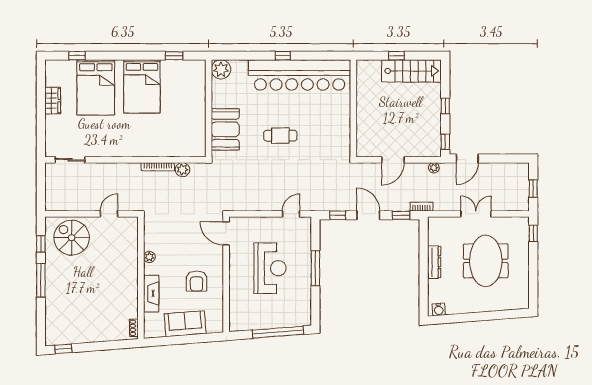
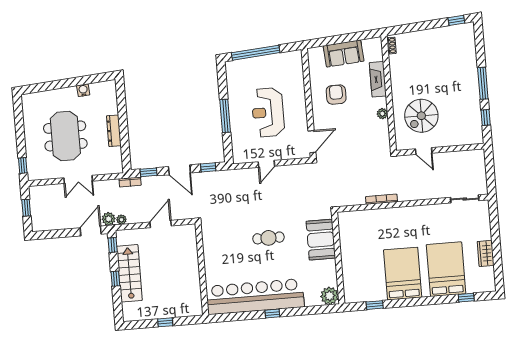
stairs: (411, 71) -> (129, 273), moved, turned 90
plant: (182, 170) -> (109, 219), moved
door: (109, 214) -> (424, 151), hinge flipped
door: (291, 214) -> (266, 164), moved
door: (226, 234) -> (312, 142), hinge flipped
spiral stairs: (72, 238) -> (421, 116), moved, turned 90
water cooler: (439, 309) -> (83, 90), moved

